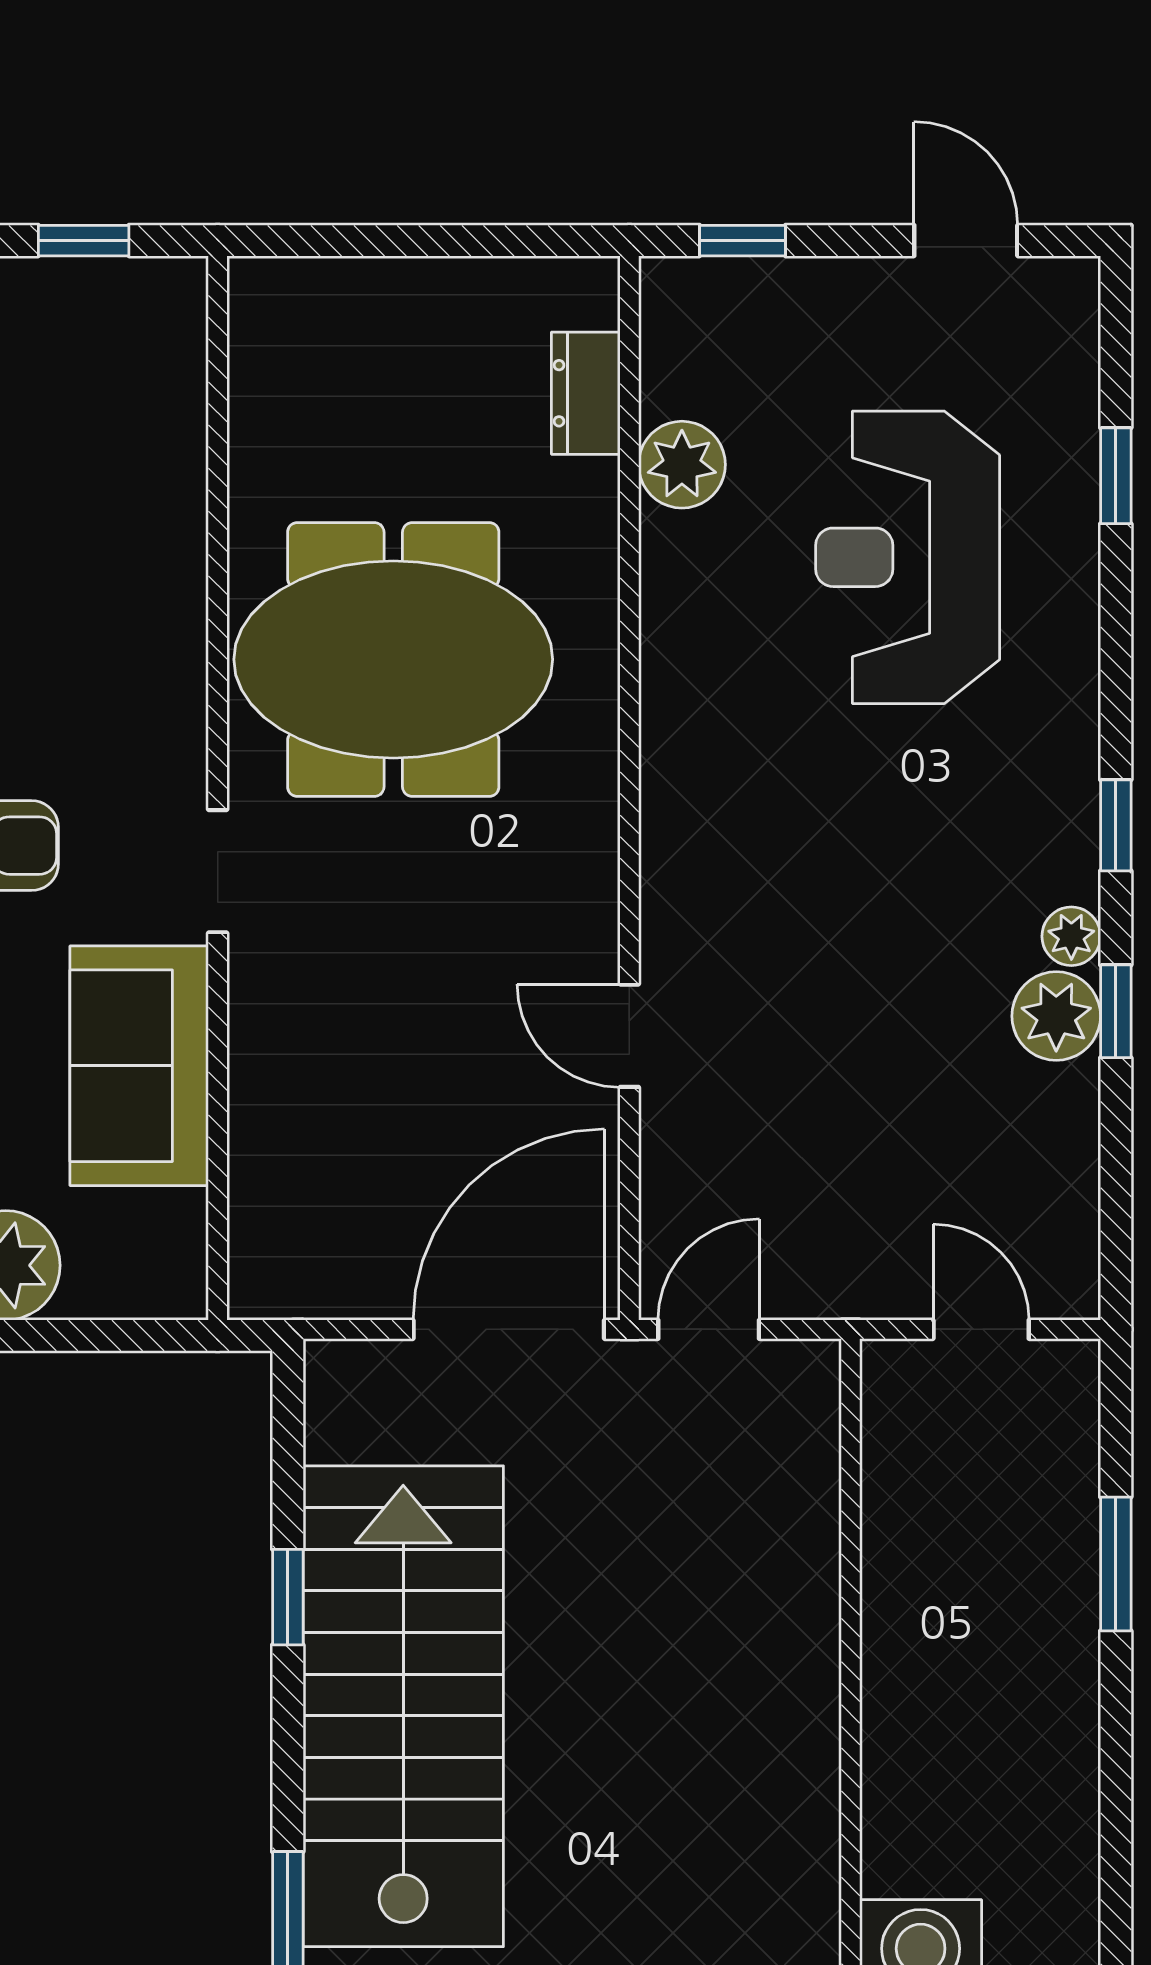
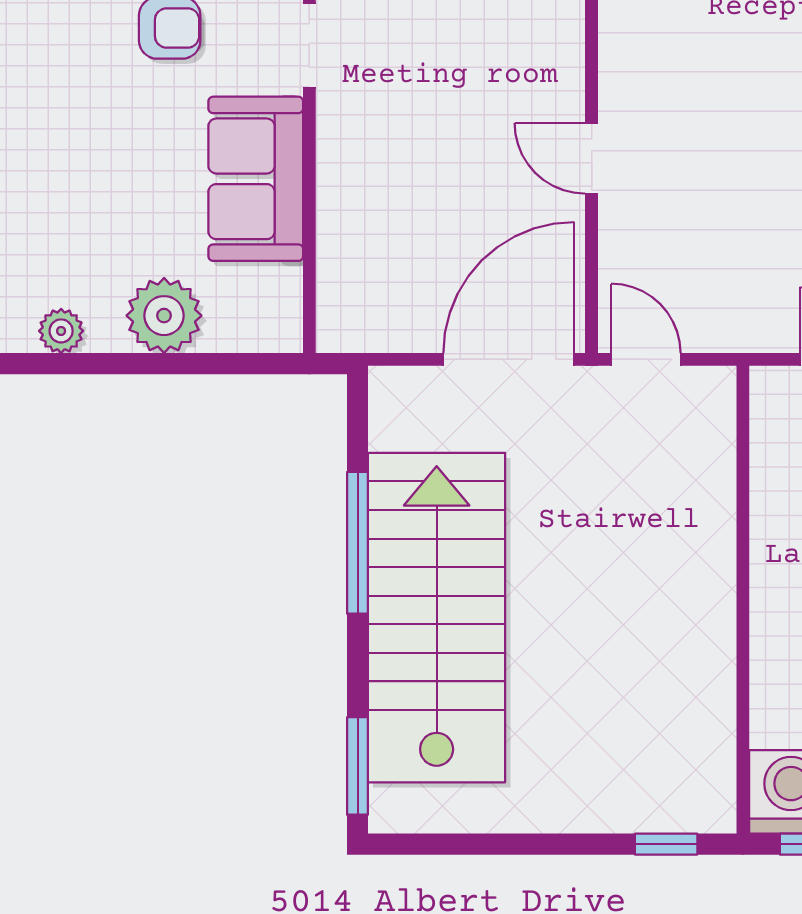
door: (709, 1329) -> (646, 359), hinge flipped
window: (288, 1597) -> (358, 543), width x2.17

